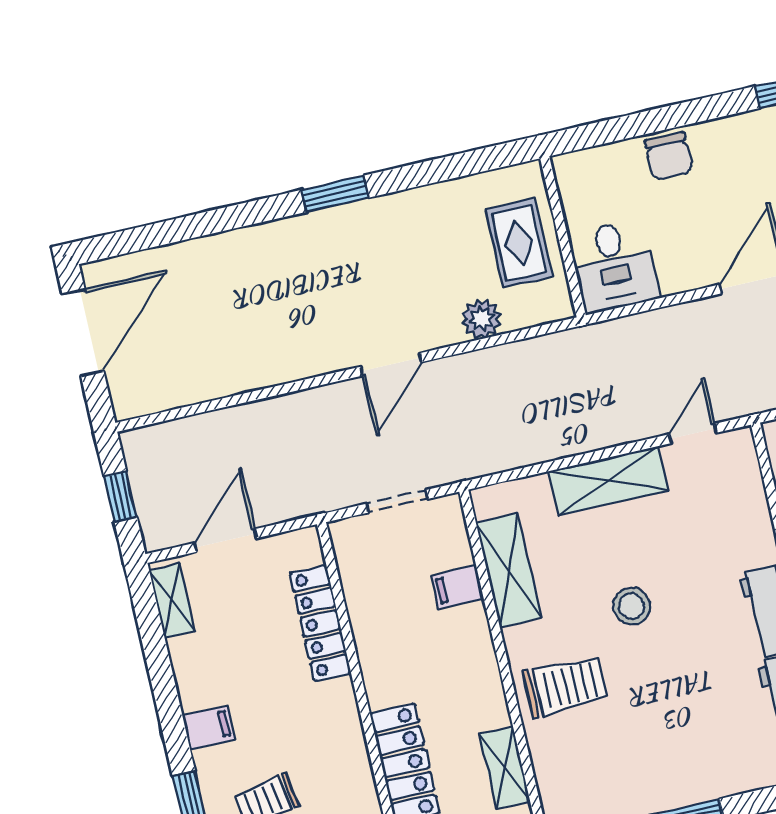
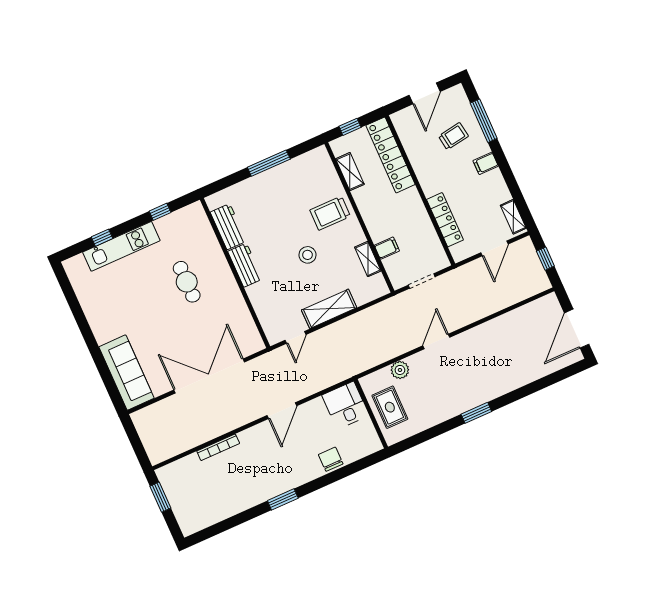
shelving: (509, 570) -> (368, 259), width x0.67, depth x0.75

